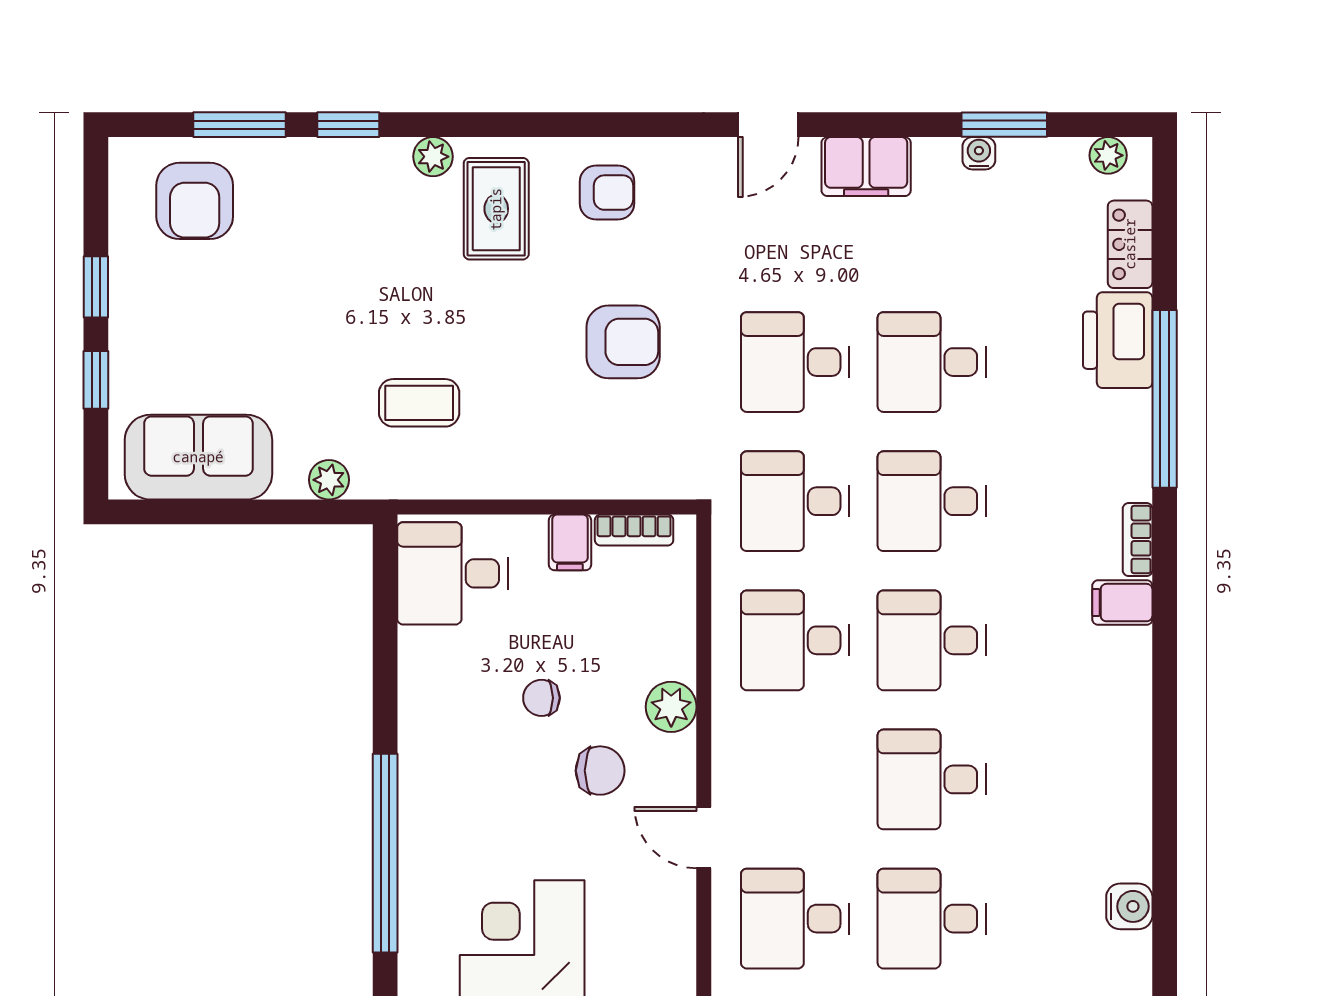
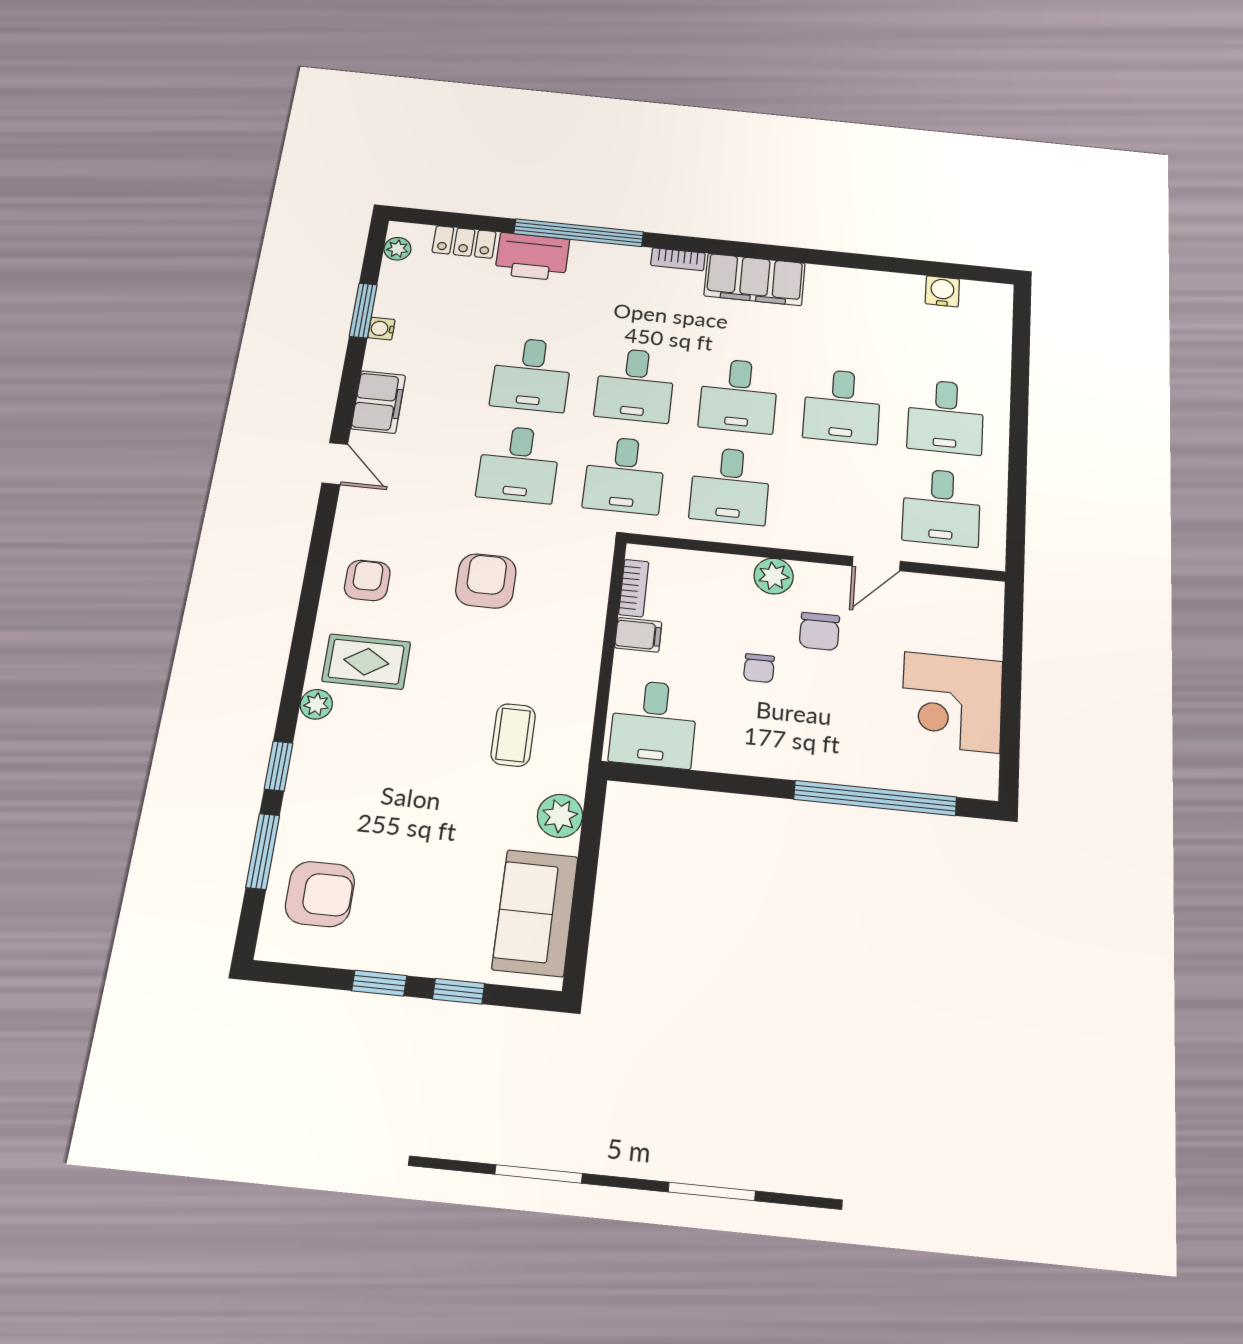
plant: (329, 480) -> (560, 816), width x1.38, depth x1.38
filing cabinet: (1122, 603) -> (755, 280), width x3.00, depth x1.17
chair: (600, 771) -> (819, 631), turned 180

